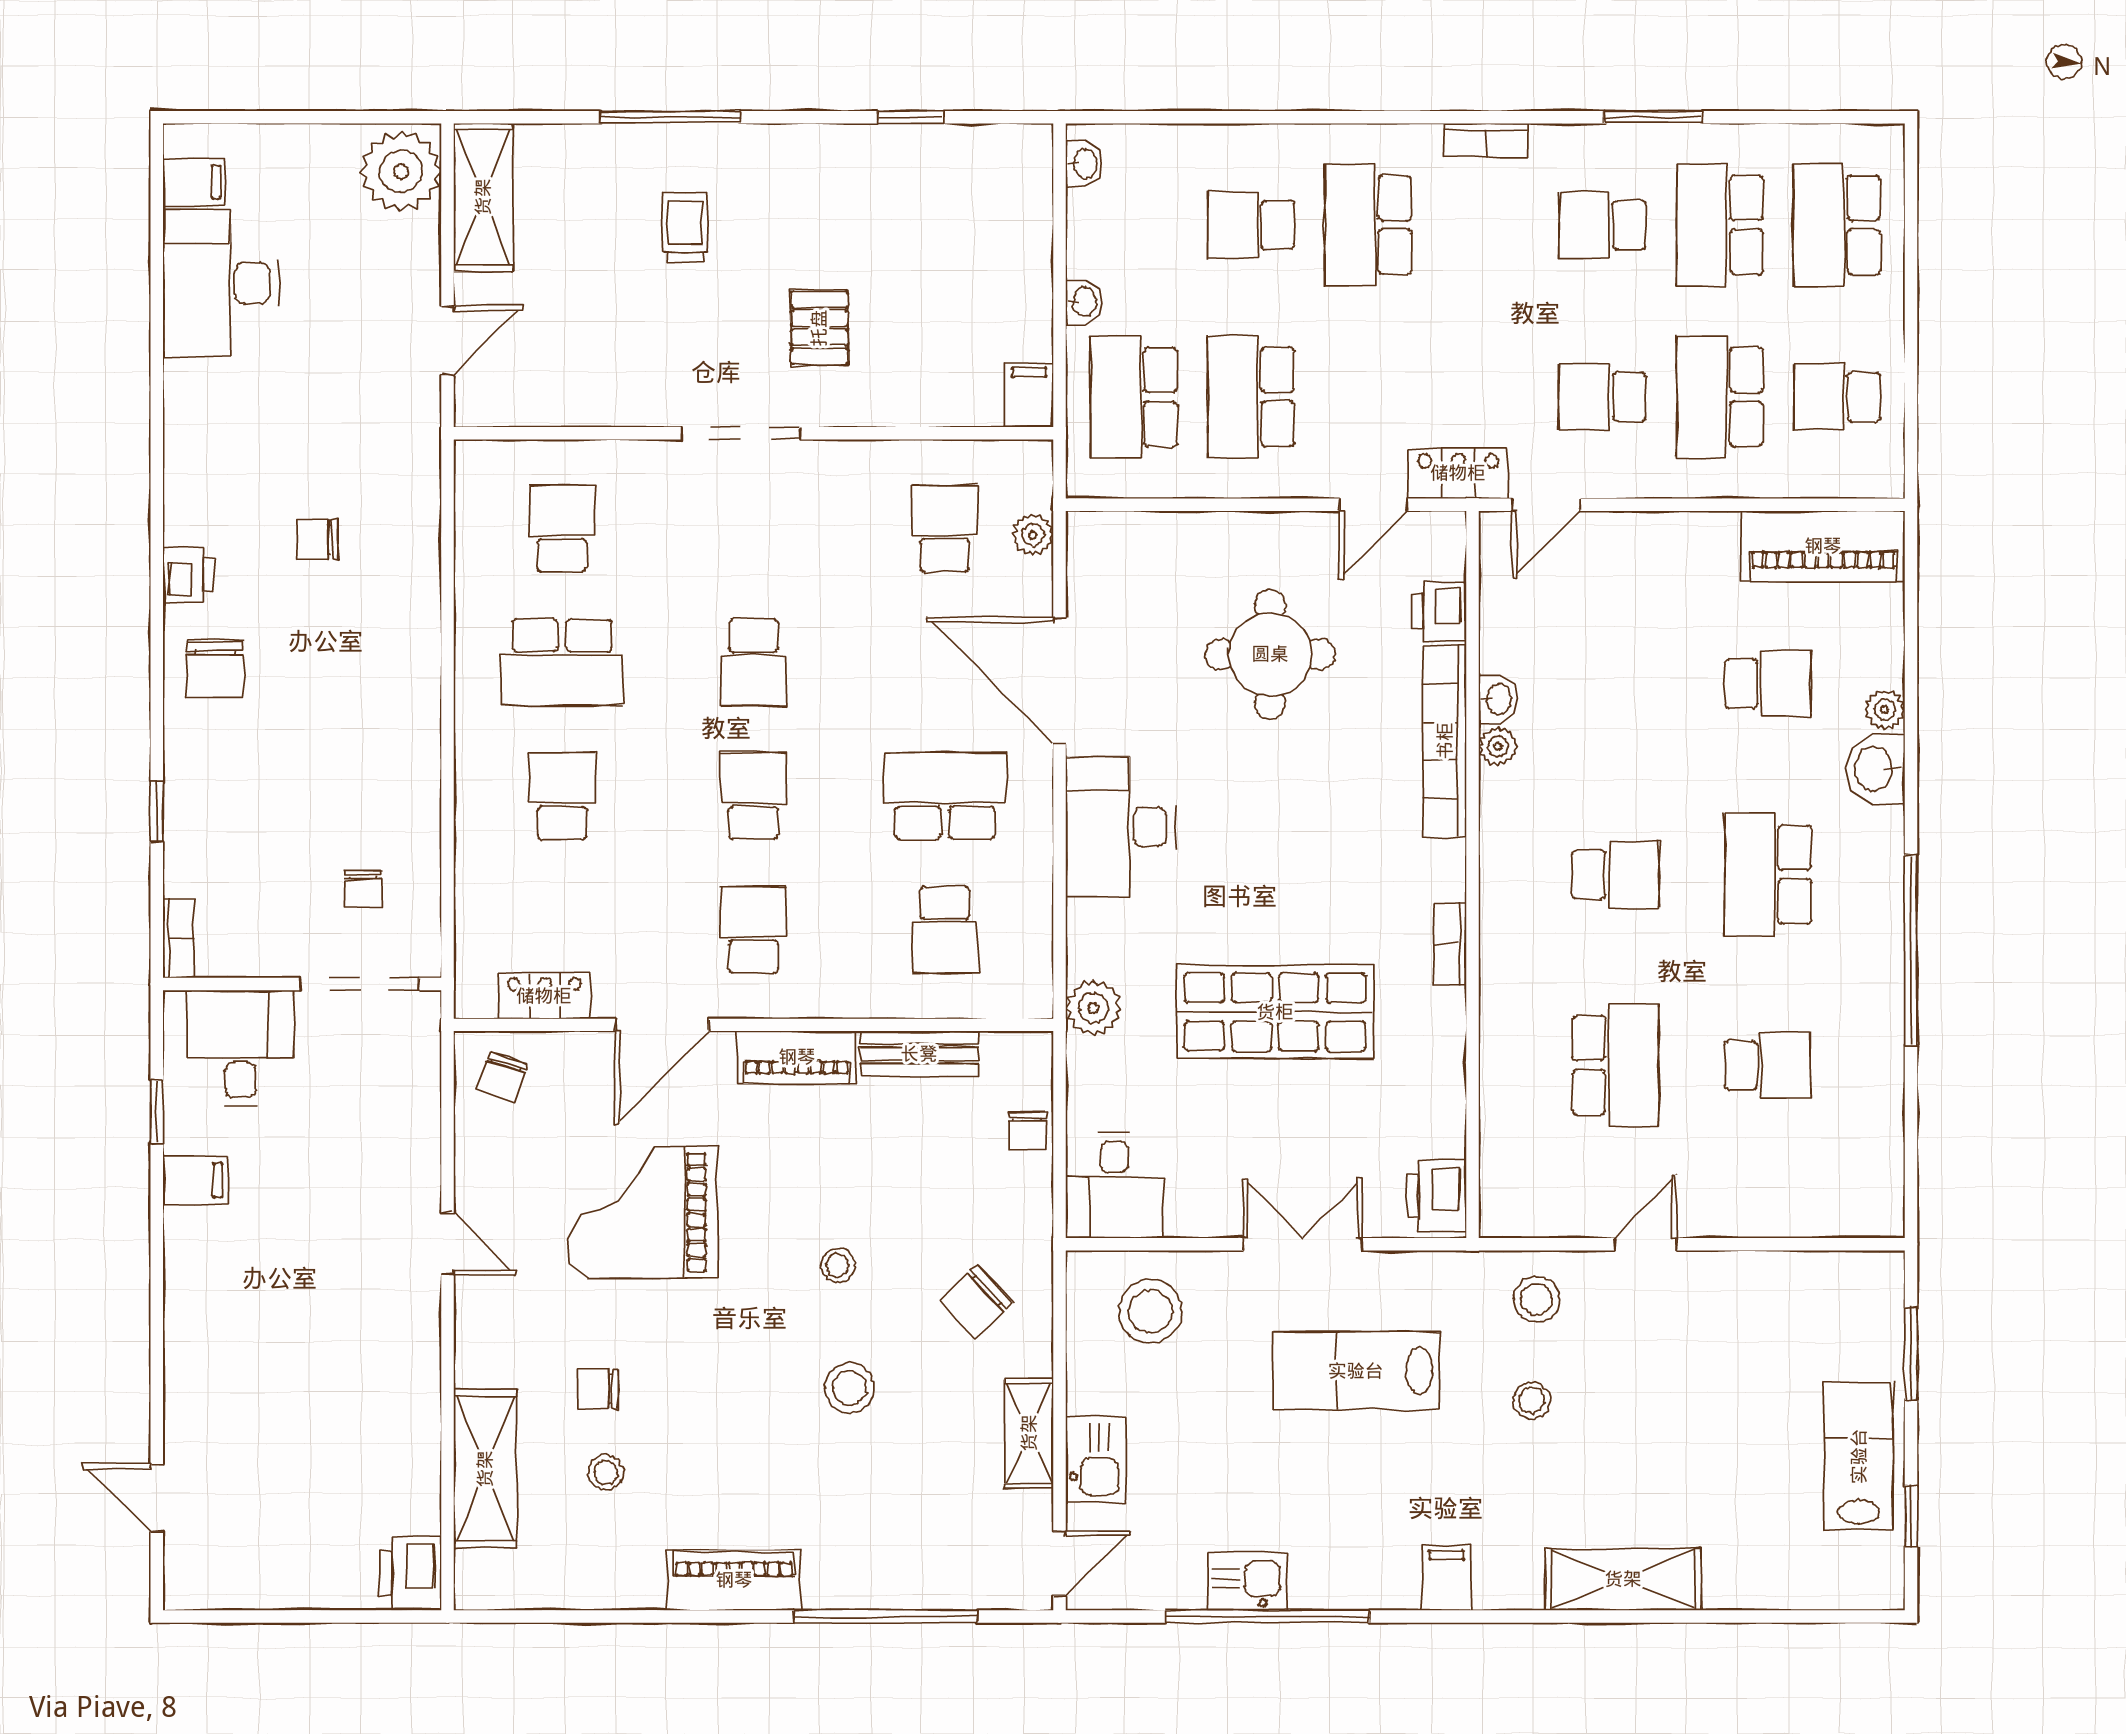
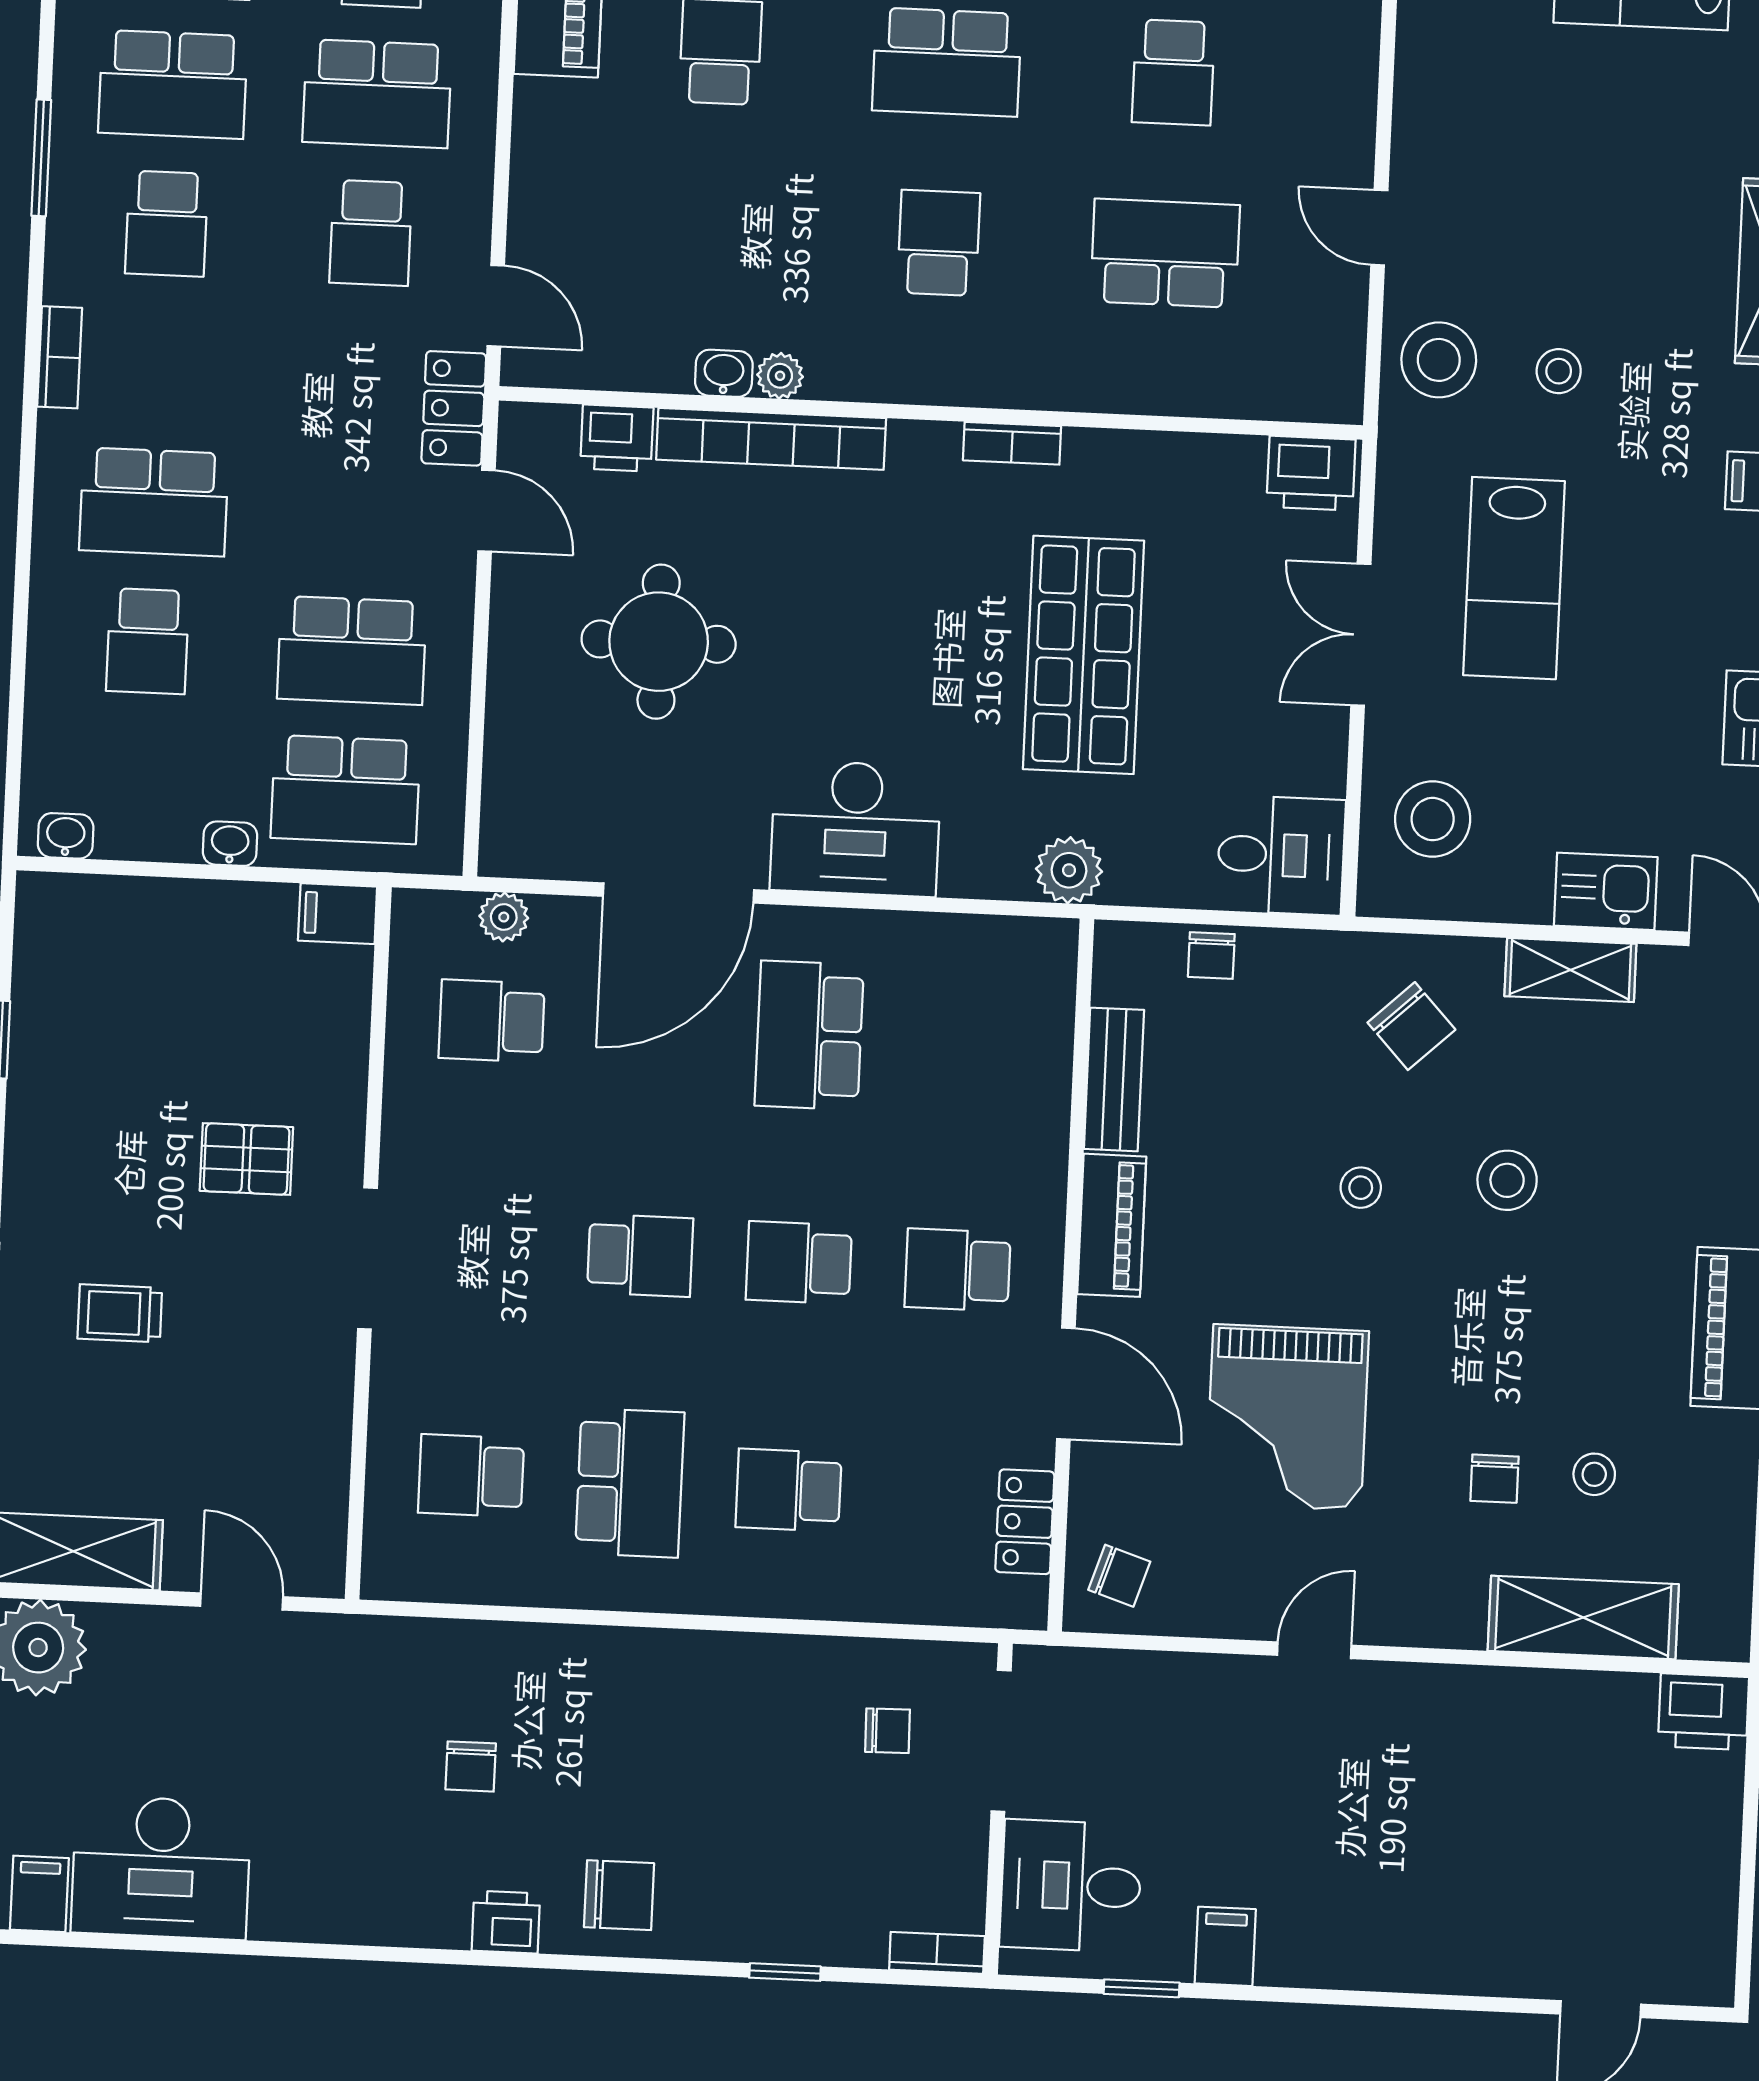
school desk: (945, 930) -> (968, 1042), removed
school desk: (1768, 1065) -> (1173, 72), turned 180
chair: (1027, 1131) -> (1211, 955), turned 90
stool: (1536, 1299) -> (1439, 360), width x1.38, depth x1.38

